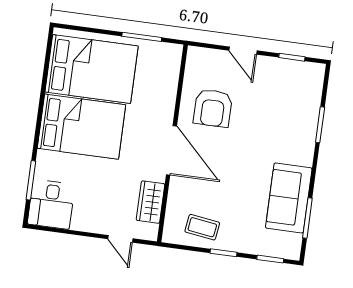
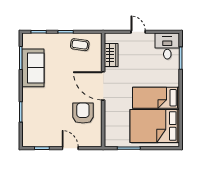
bed: (81, 127) -> (156, 98), width x0.67
door: (120, 239) -> (138, 32), moved

